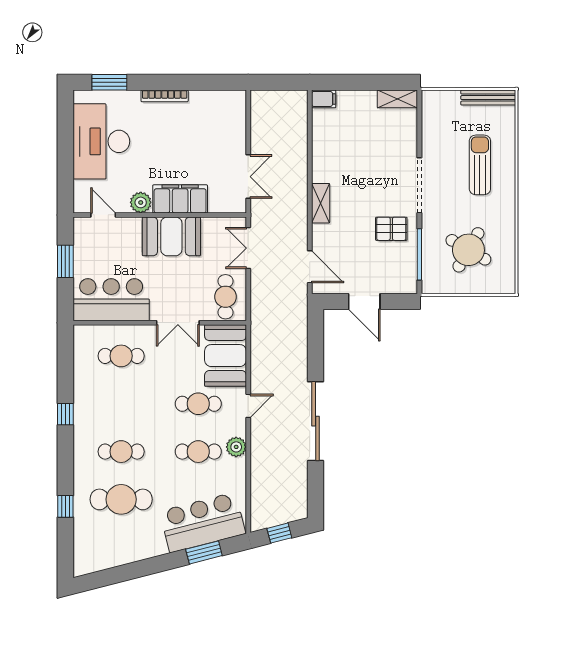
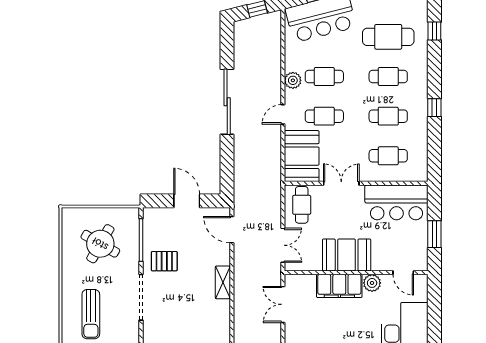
cafe table: (121, 404) -> (388, 116), added

